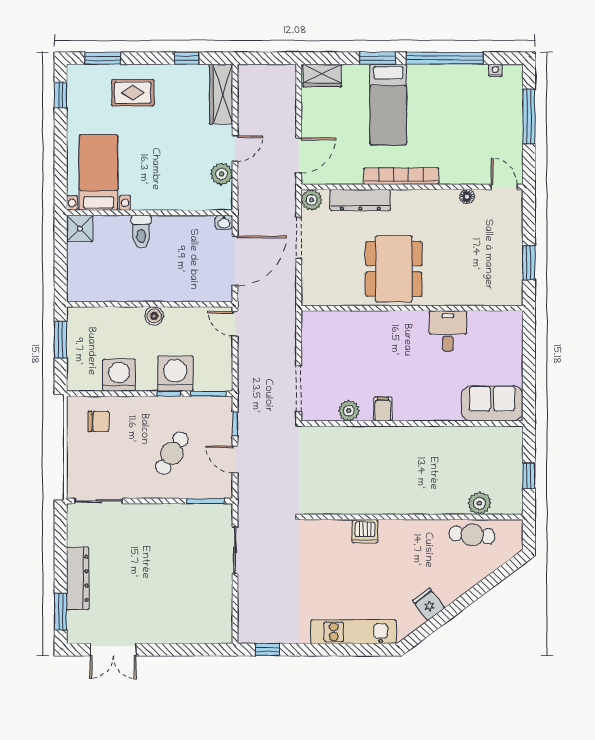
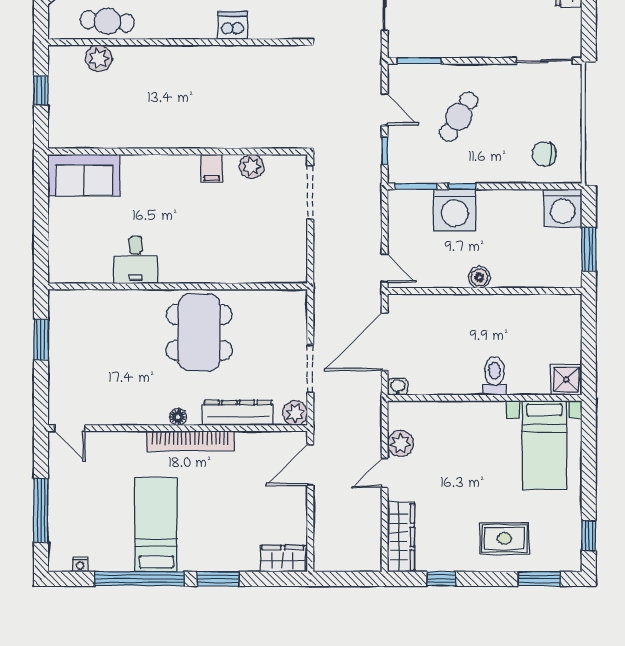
bed: (388, 105) -> (156, 525), moved
floor lamp: (467, 197) -> (178, 417), moved
washing machine: (119, 375) -> (563, 208), moved

